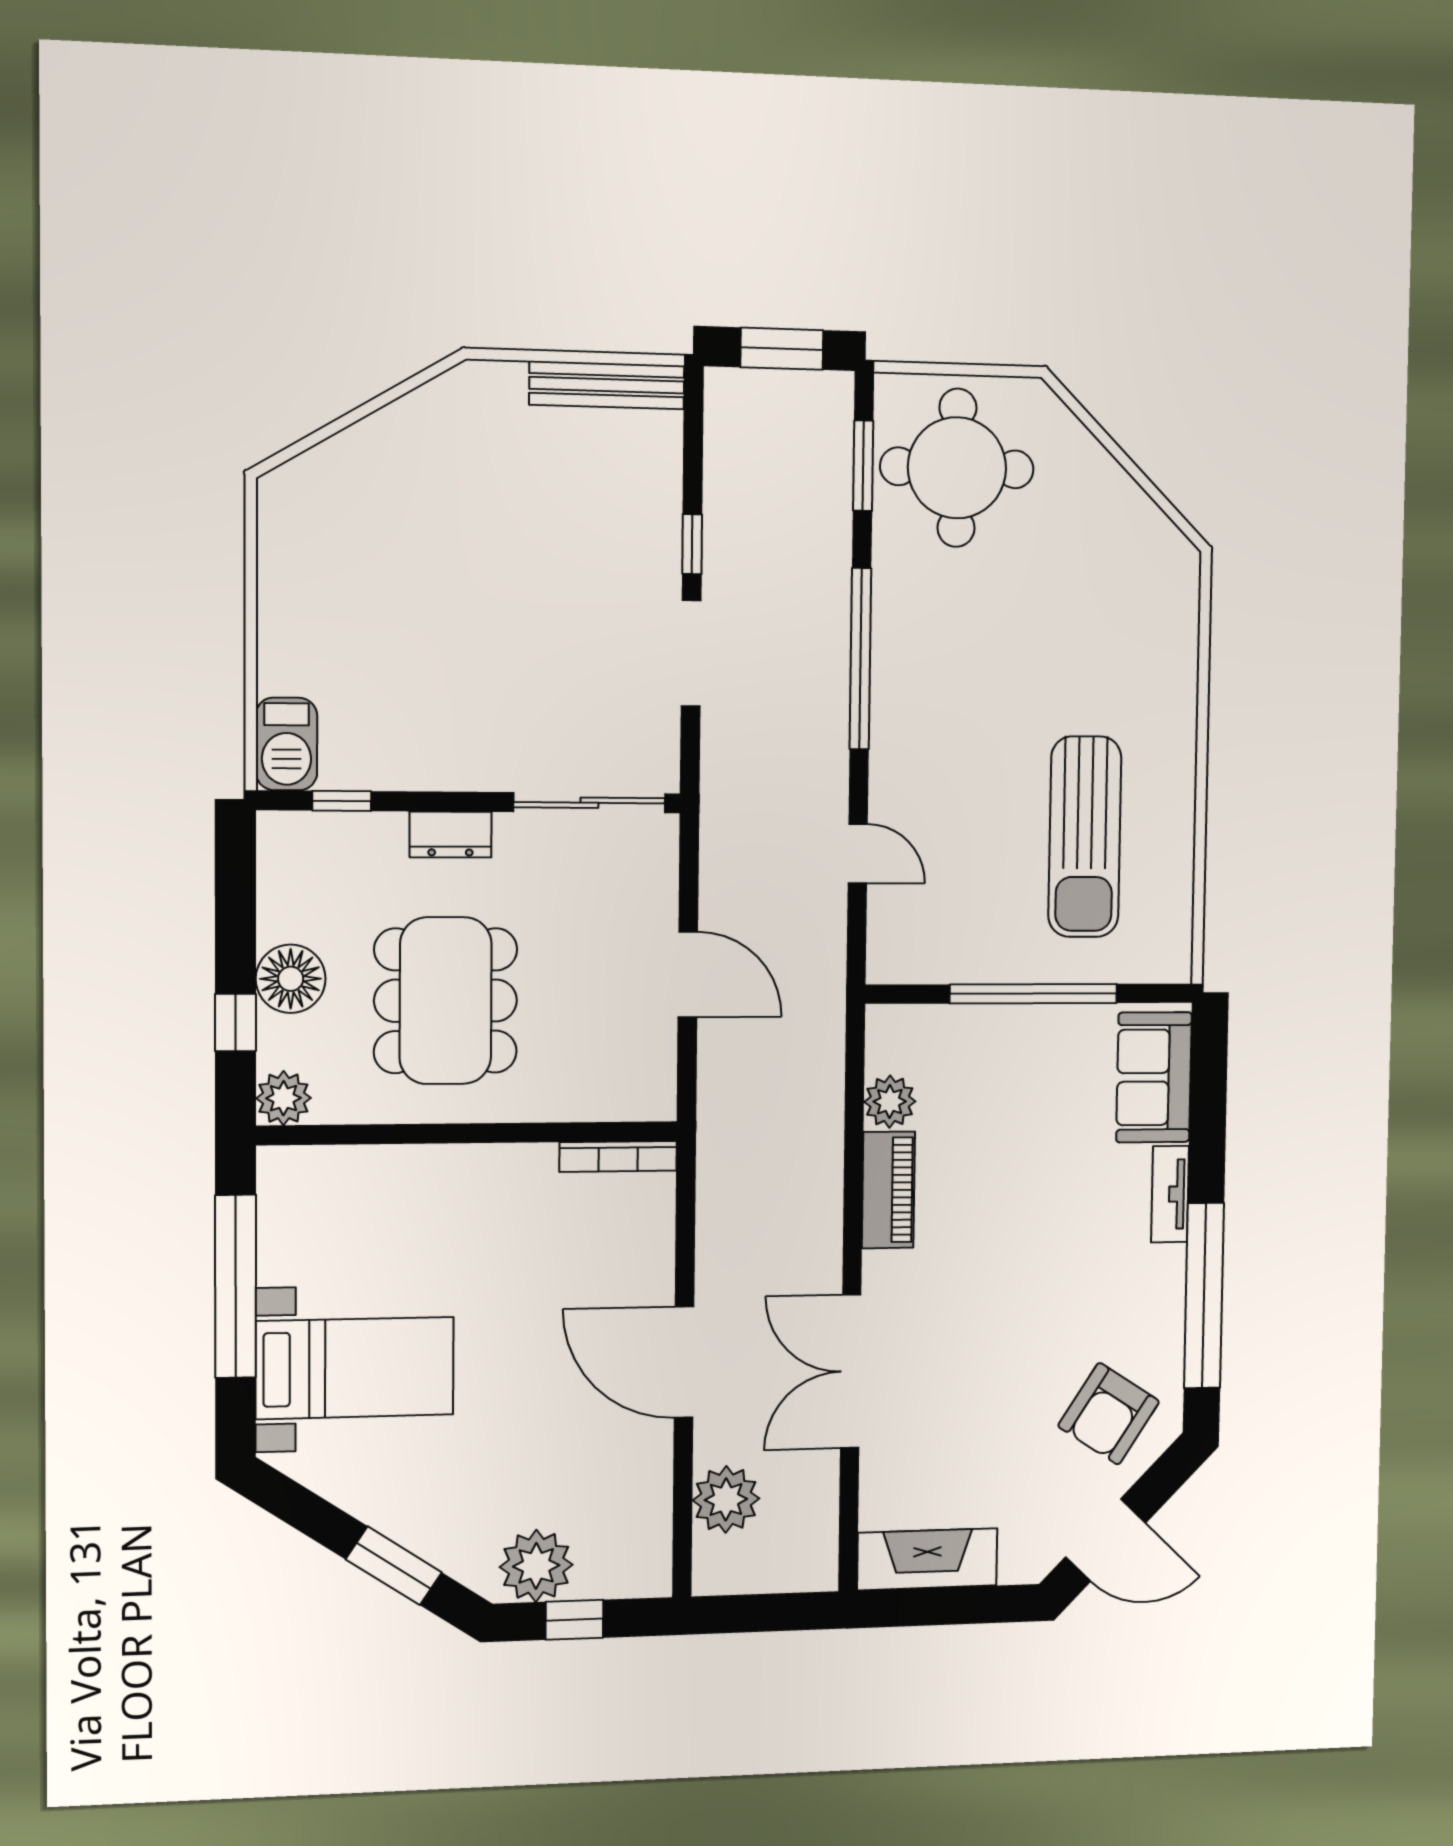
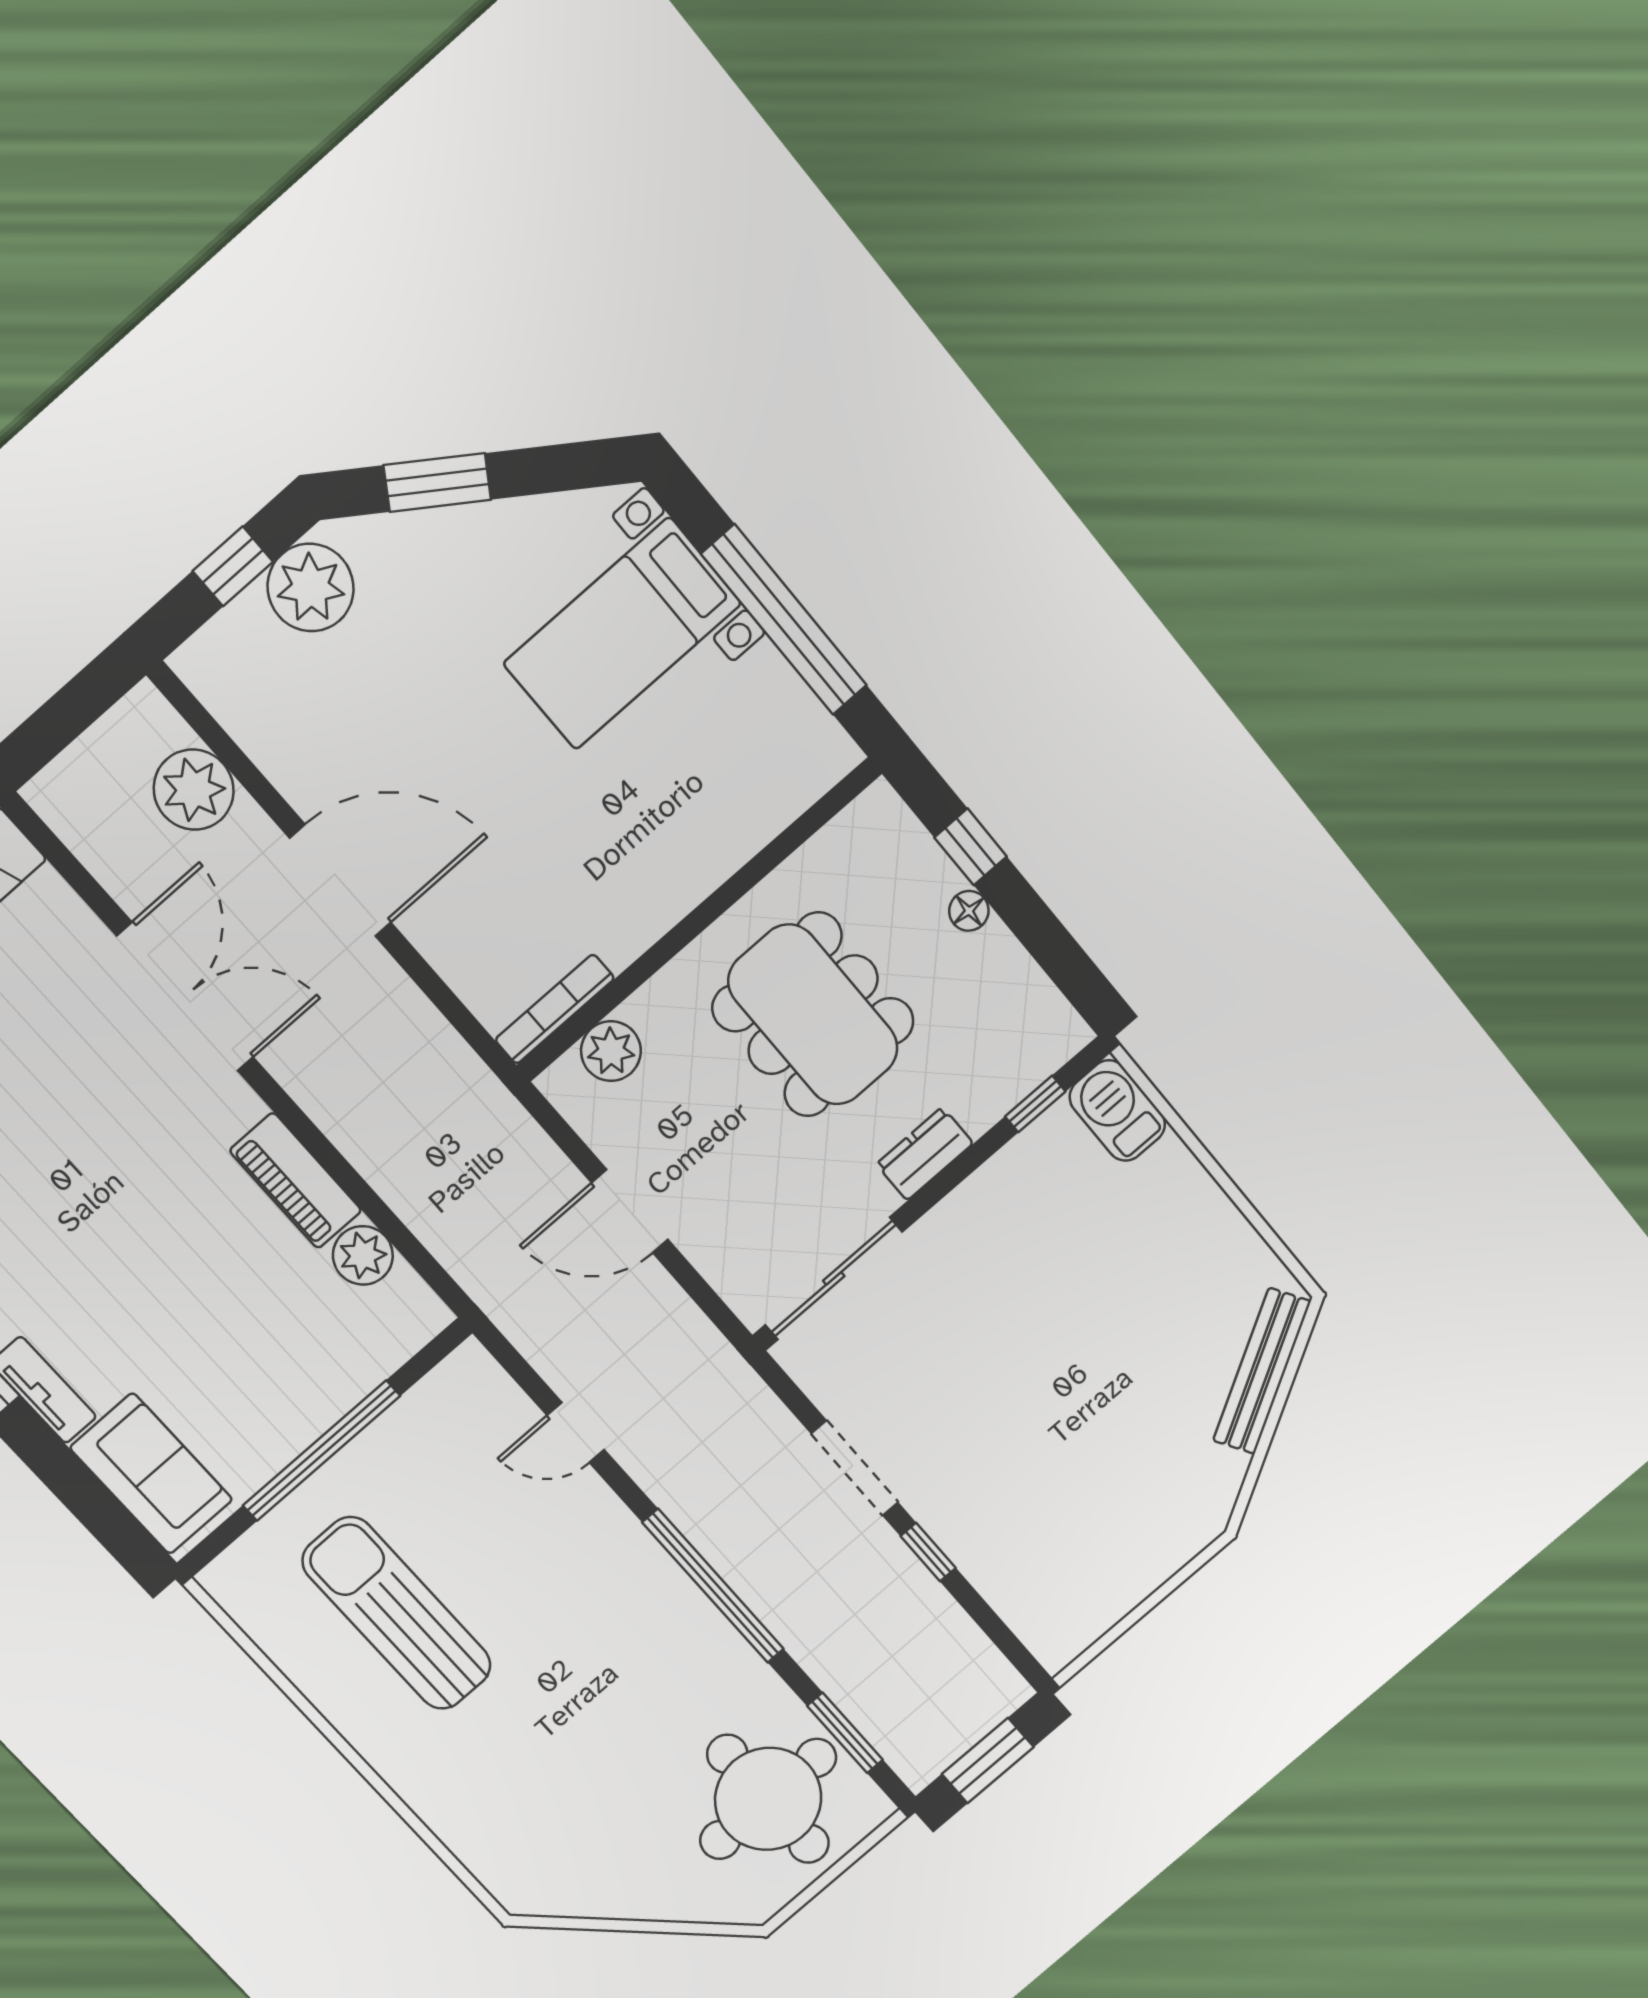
bench: (607, 385) -> (1262, 1371), moved, turned -31
floor lamp: (291, 979) -> (969, 911), width x0.53, depth x0.53
plant: (283, 1098) -> (611, 1051), moved

